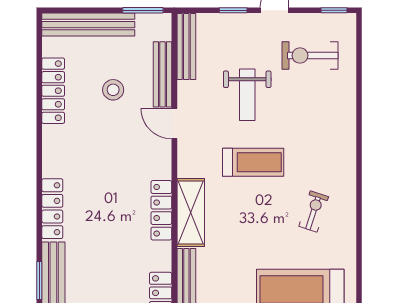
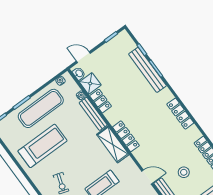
locker: (52, 209) -> (180, 114), moved

